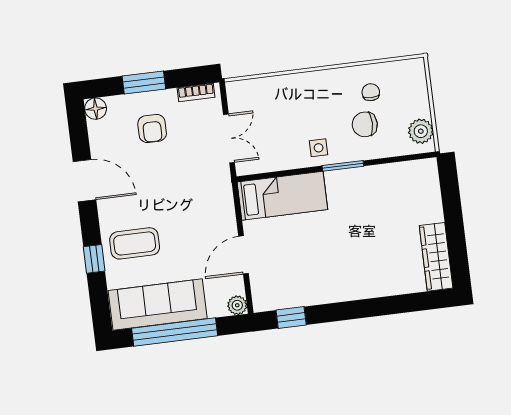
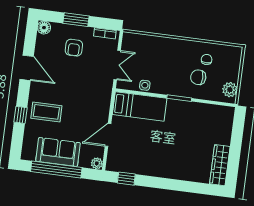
side table: (319, 148) -> (145, 85), moved
sofa: (158, 305) -> (58, 152), width x0.73

